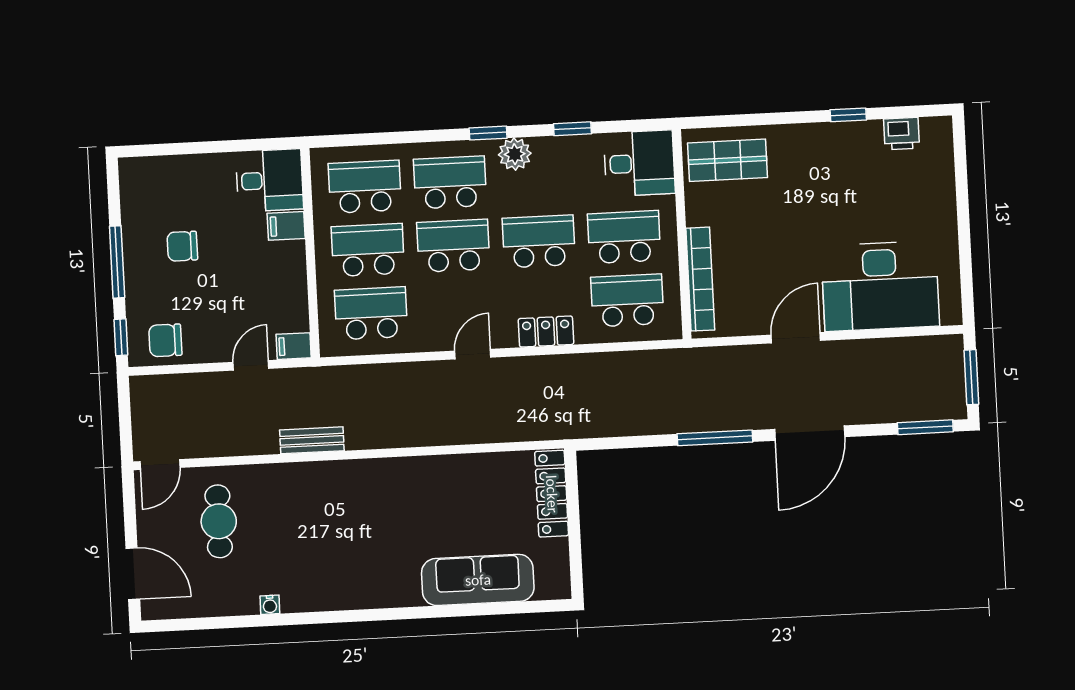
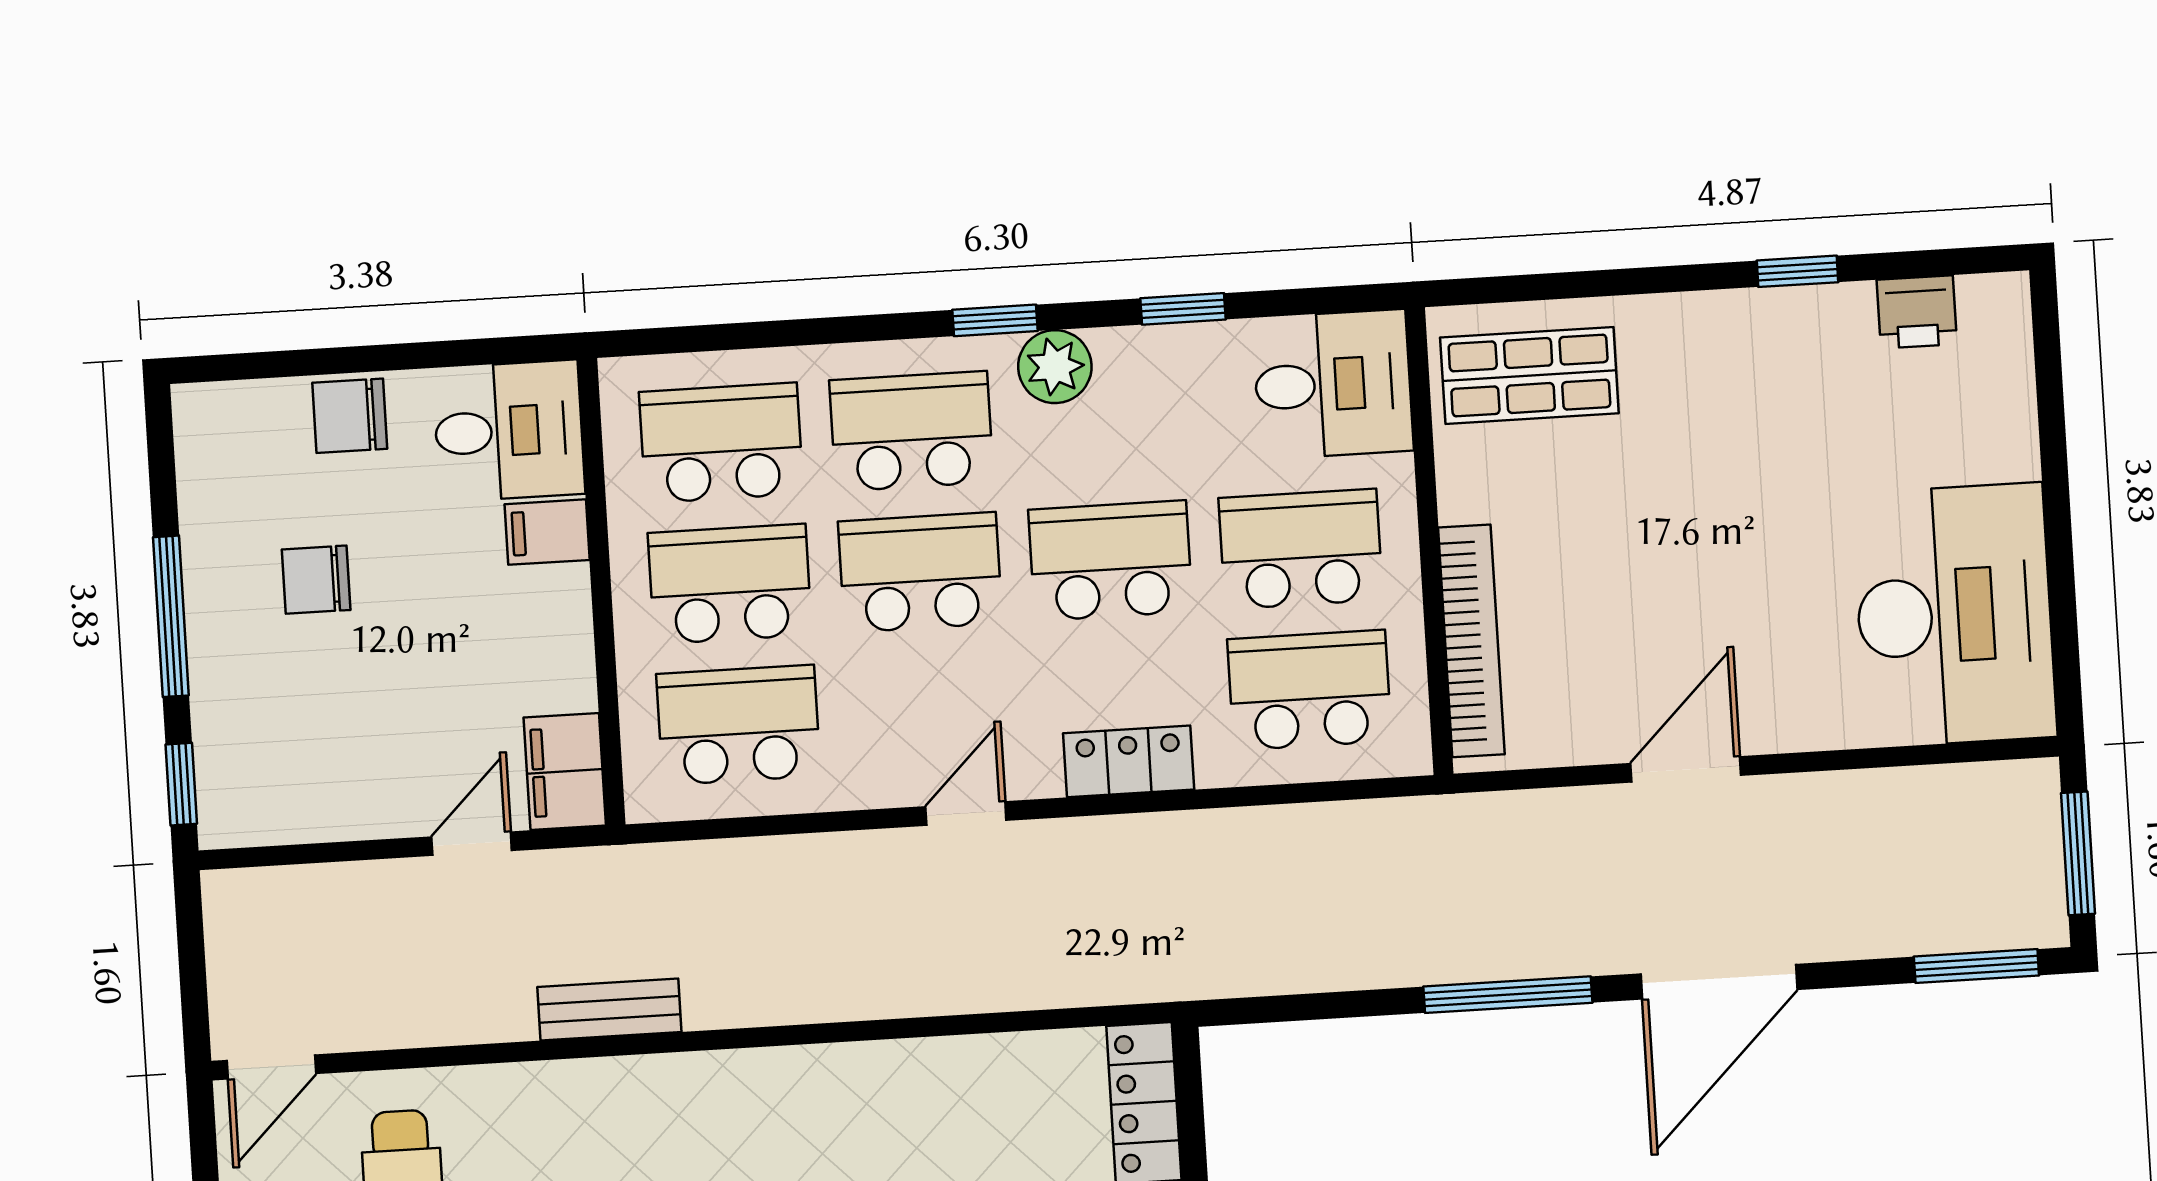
desk: (880, 286) -> (1954, 615), moved, turned -90
chair: (165, 340) -> (350, 416), moved
filing cabinet: (294, 346) -> (565, 772), width x2.00

